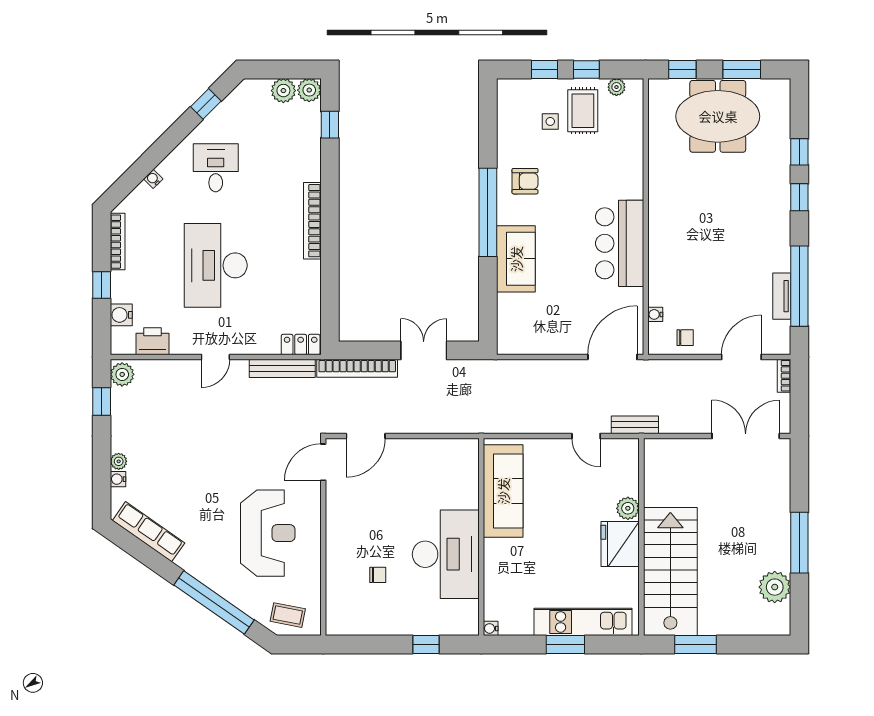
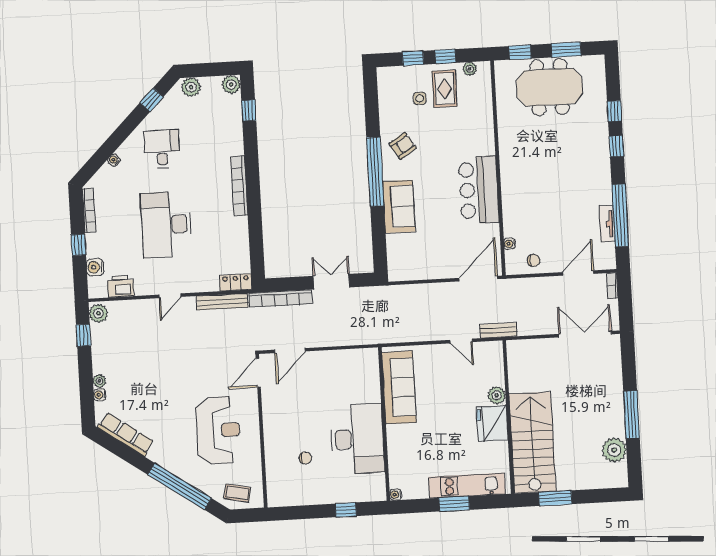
plant: (283, 91) -> (191, 87), moved
armchair: (525, 181) -> (403, 146), turned -33

